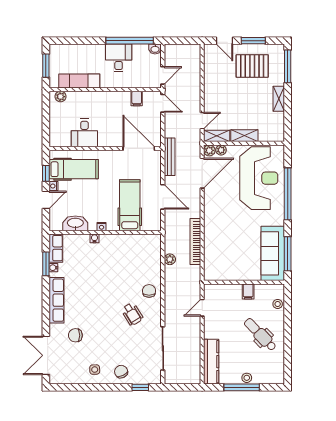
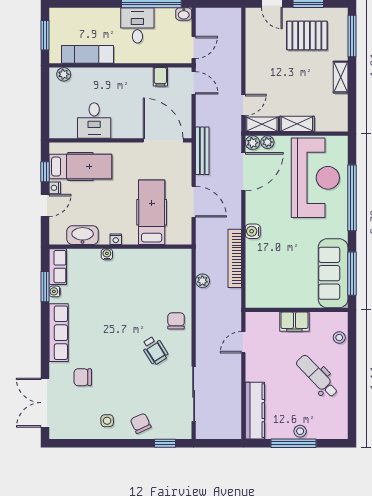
water cooler: (210, 220) -> (253, 231), added
filing cabinet: (248, 291) -> (294, 322), width x2.00

